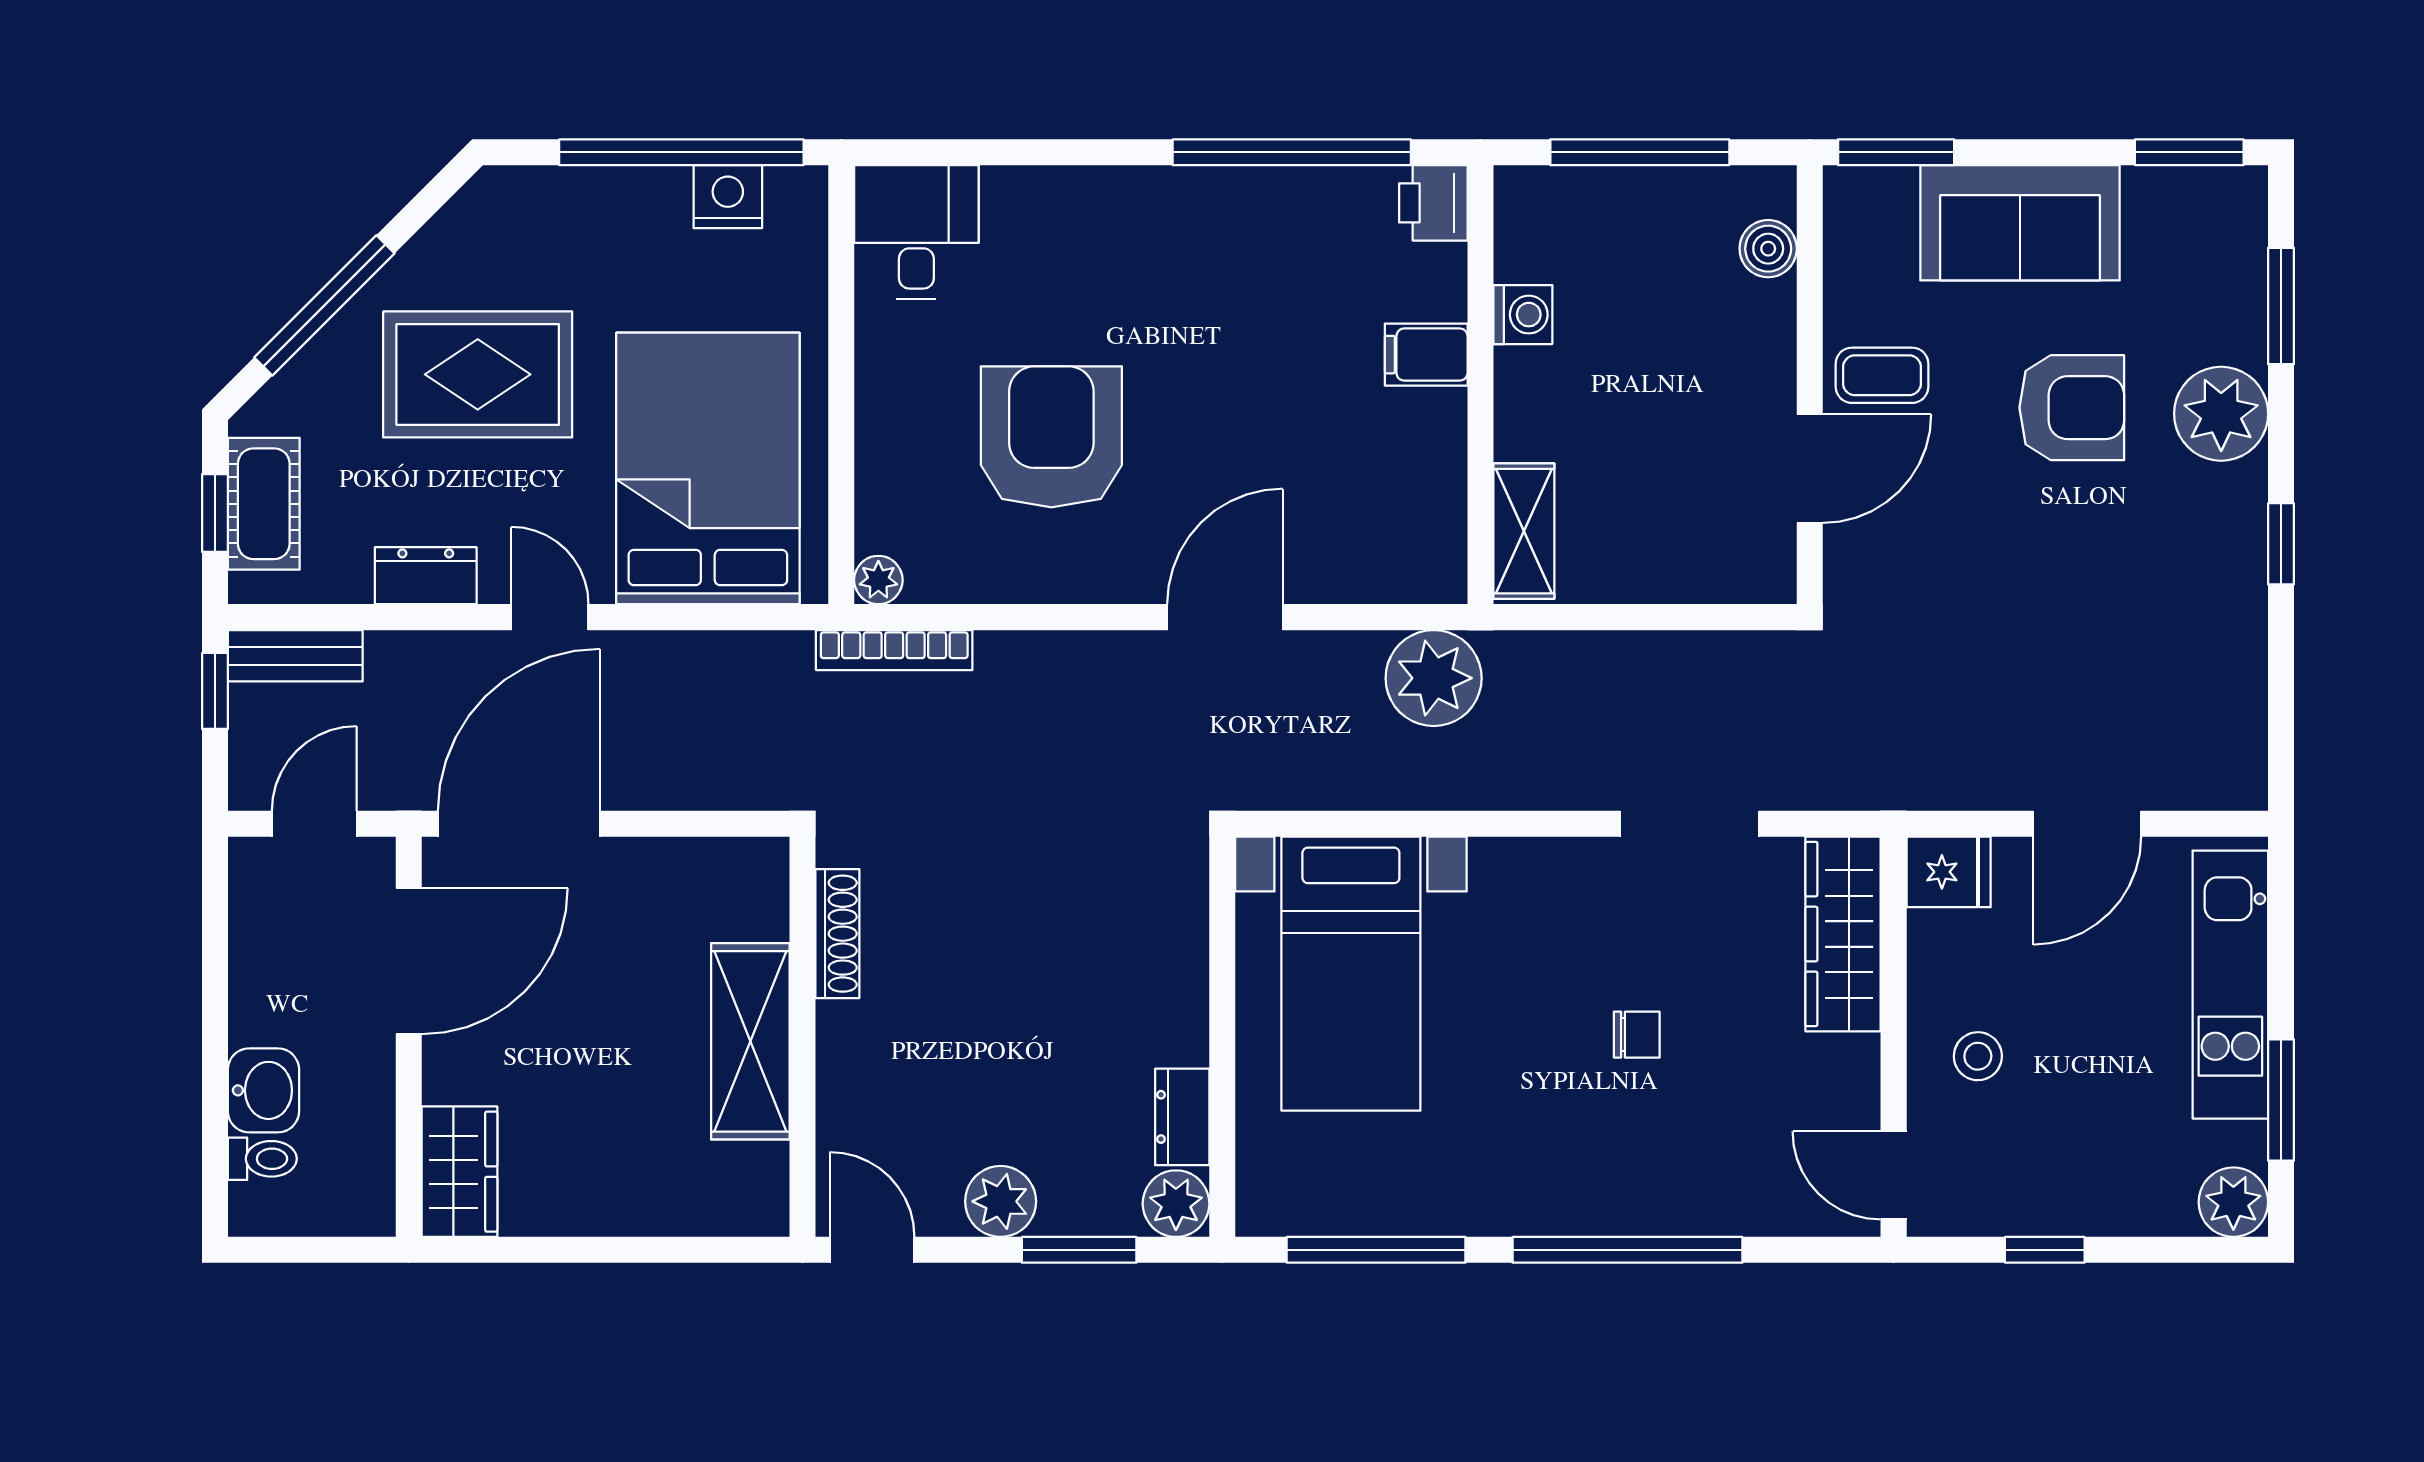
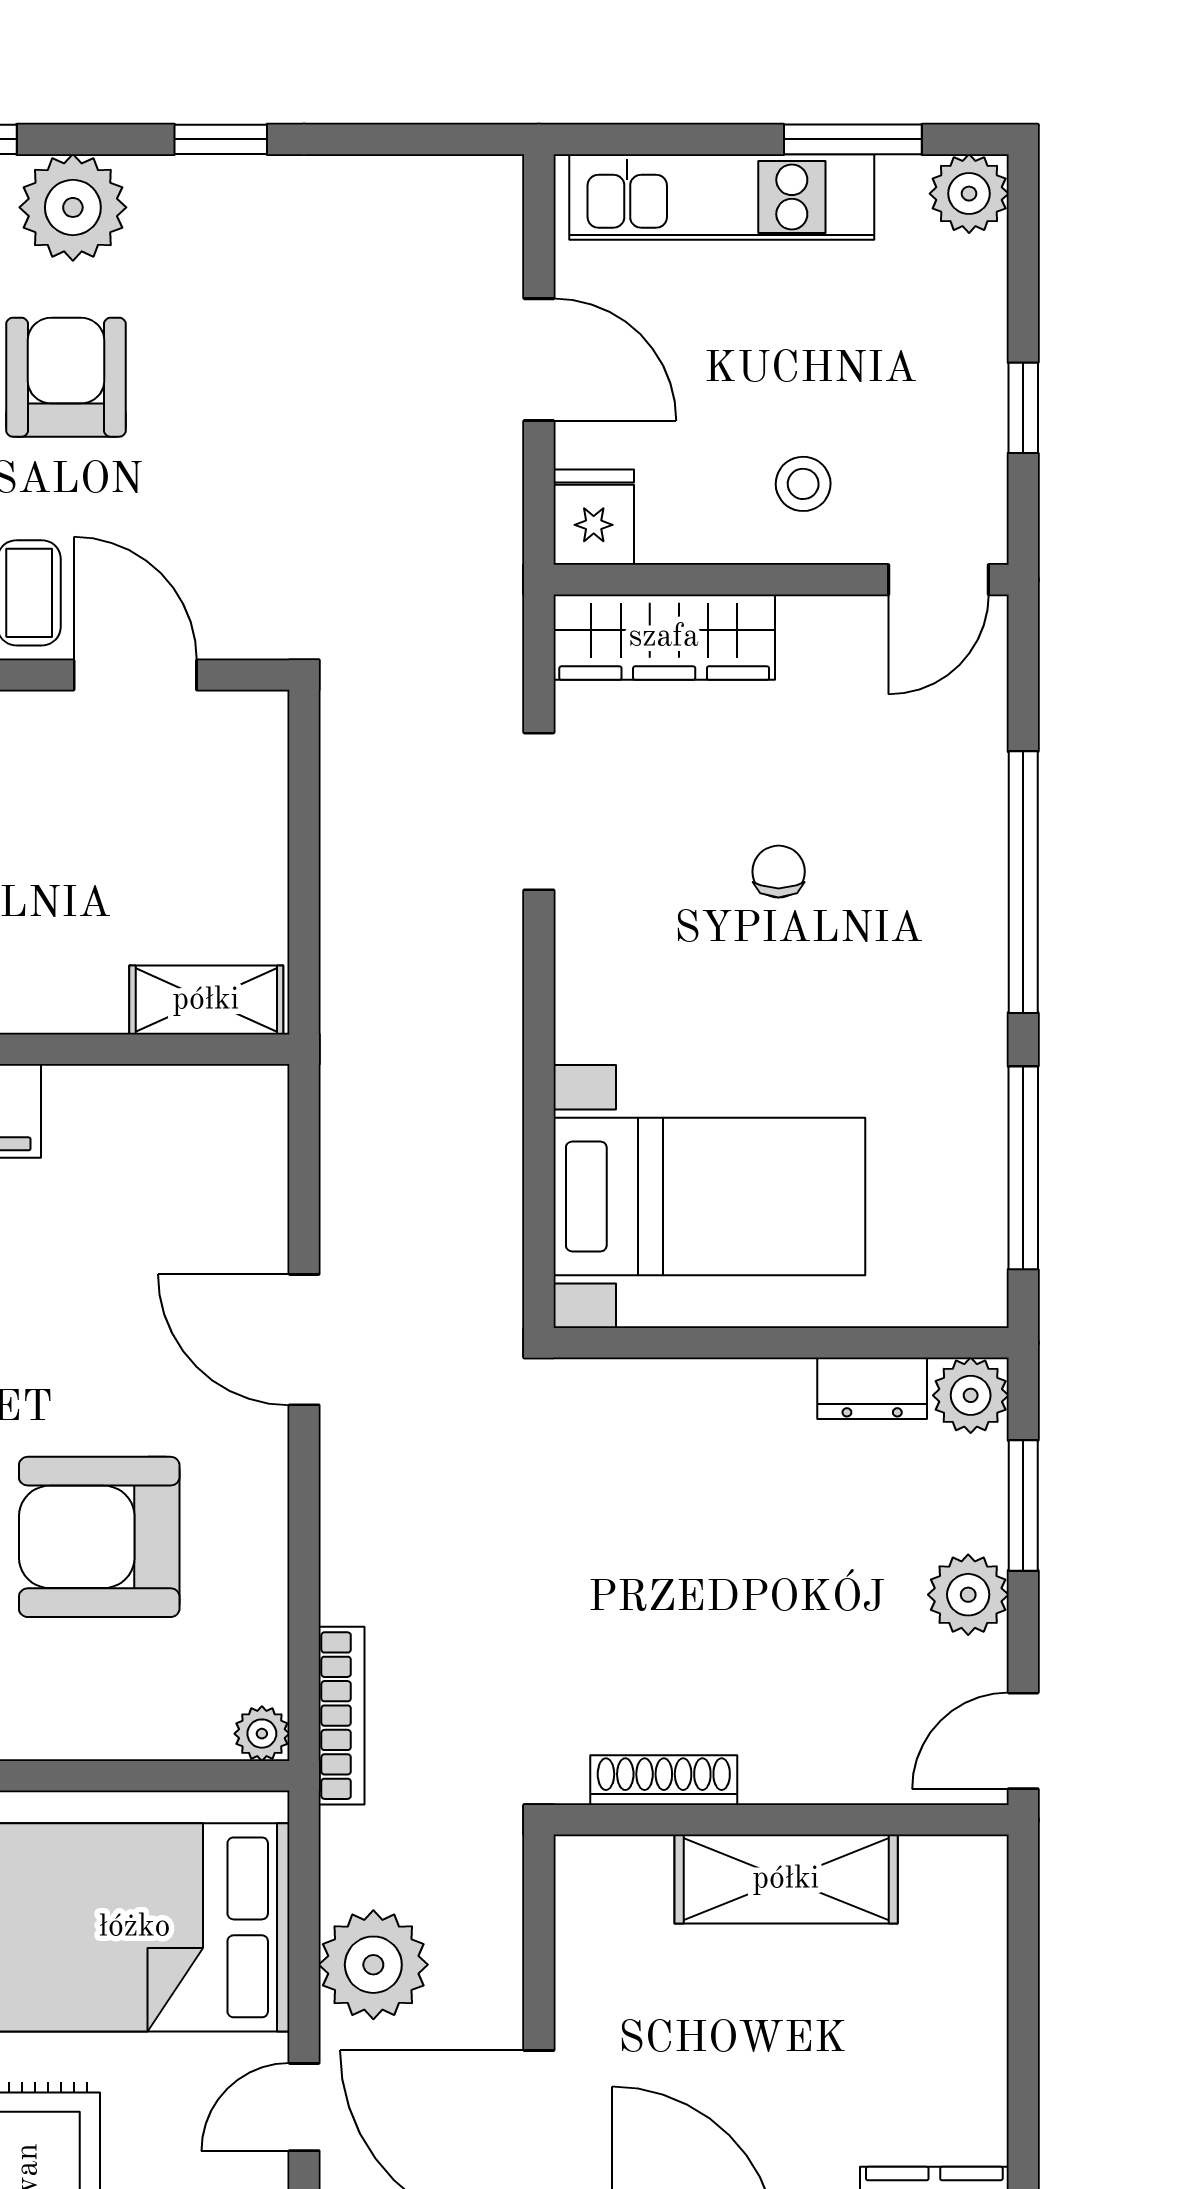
plant: (1434, 678) -> (373, 1965), moved

